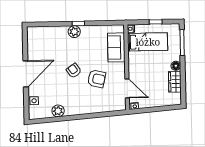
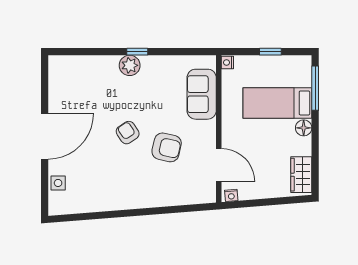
bed: (148, 42) -> (277, 103), moved, turned 180
wardrobe: (175, 82) -> (301, 175), moved
plant: (58, 111) -> (99, 201), removed

